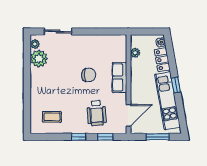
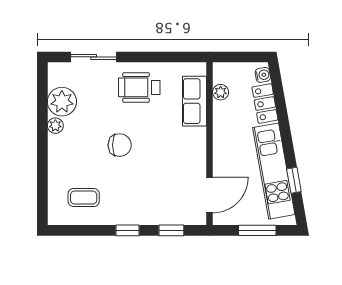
plant: (35, 44) -> (55, 126), moved
chair: (89, 75) -> (120, 145), moved
row of seats: (119, 77) -> (195, 101), moved
window: (176, 85) -> (294, 180), moved
wheelchair: (97, 113) -> (139, 87), moved, turned 94

